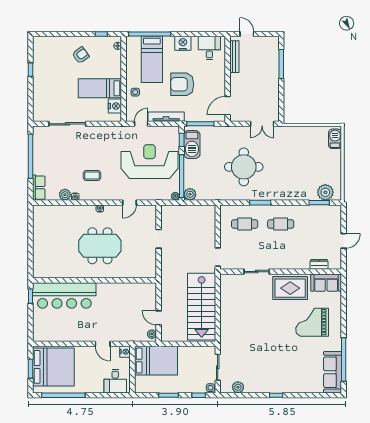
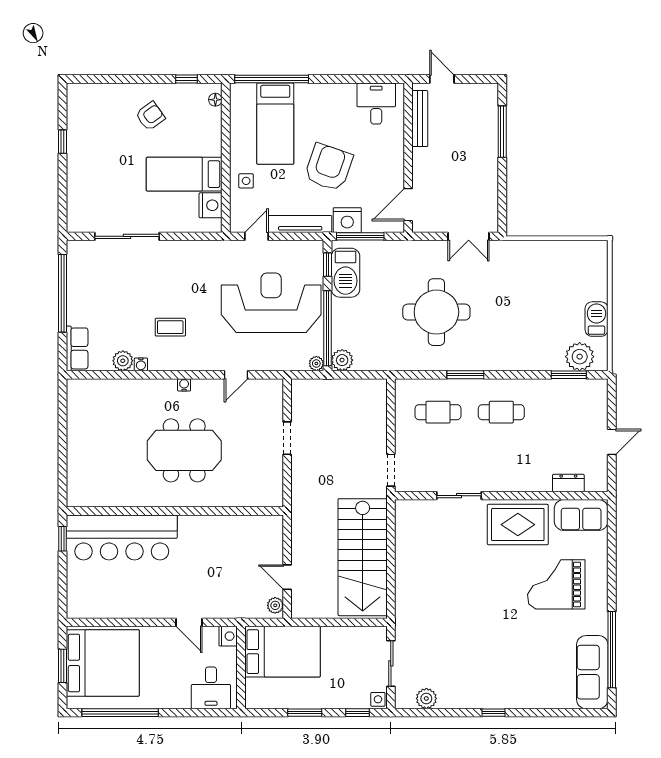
nightstand: (183, 43) -> (347, 220), moved, turned 180
armchair: (182, 84) -> (329, 167), turned 109
barbecue: (335, 139) -> (597, 319), moved

